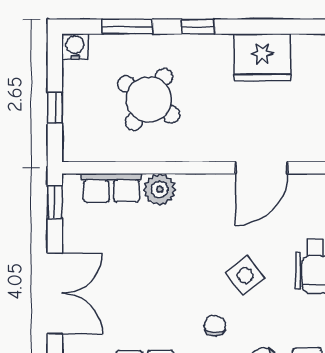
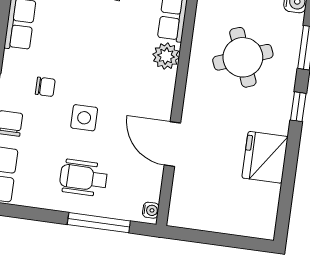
round table: (149, 99) -> (243, 57), turned 35
side table: (245, 275) -> (84, 118), turned 37

